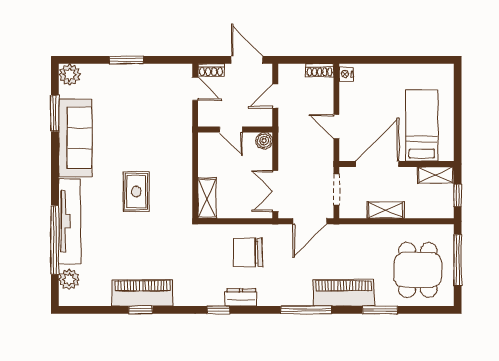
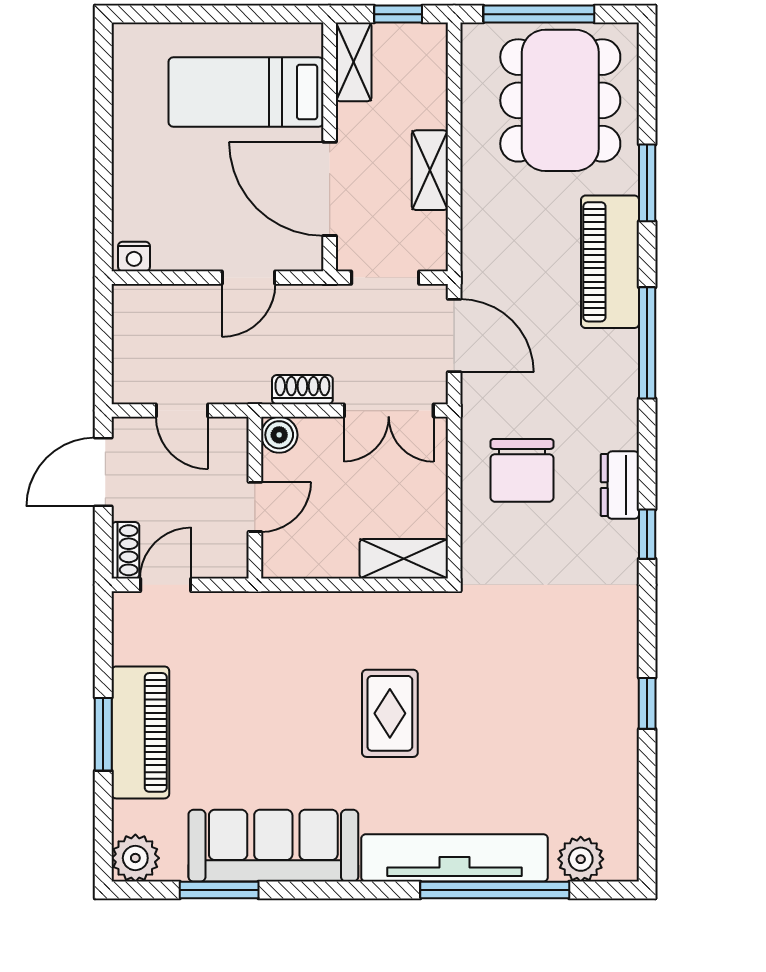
shoe rack: (320, 70) -> (302, 390), moved, turned -90
rug: (136, 192) -> (390, 713), turned 90
dining table: (418, 270) -> (560, 100), width x1.38
piano: (143, 293) -> (140, 732), moved, turned 180

